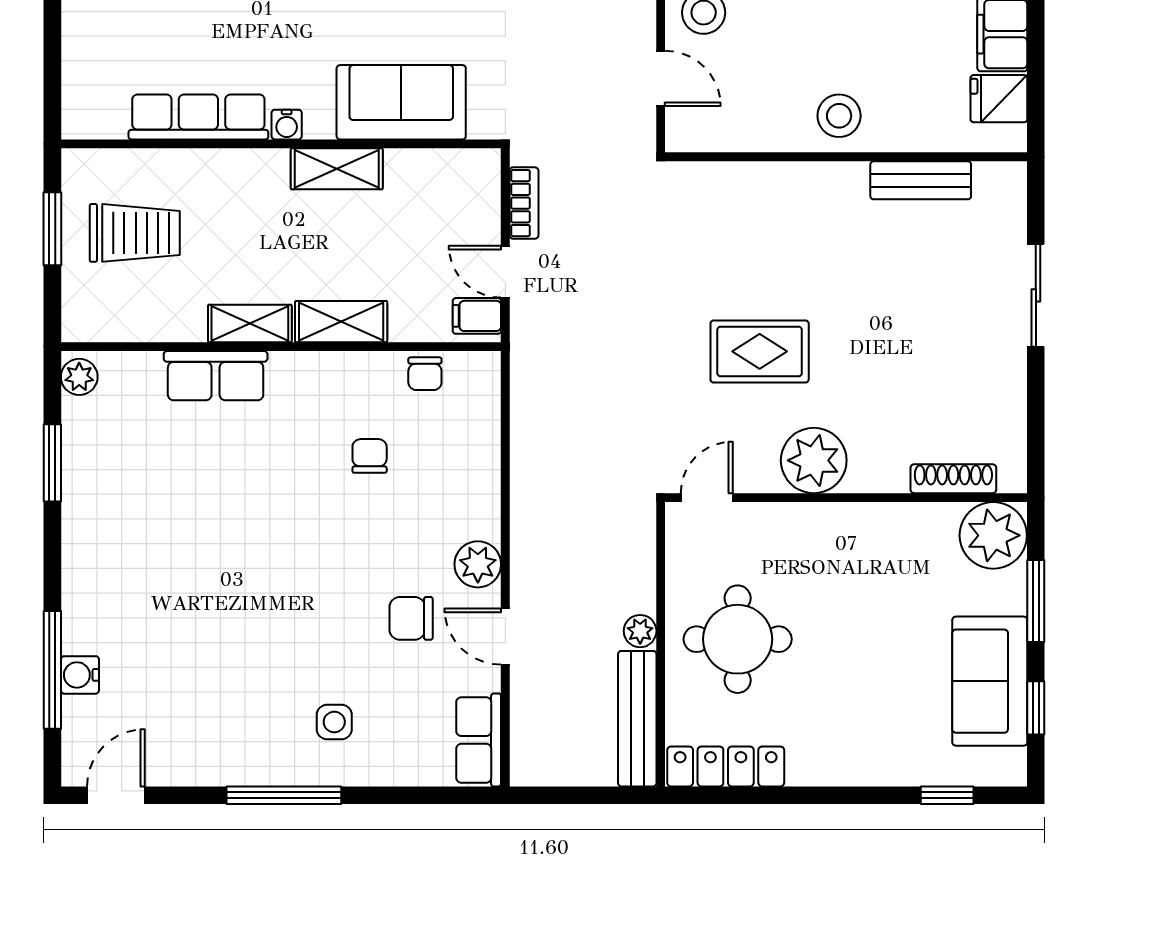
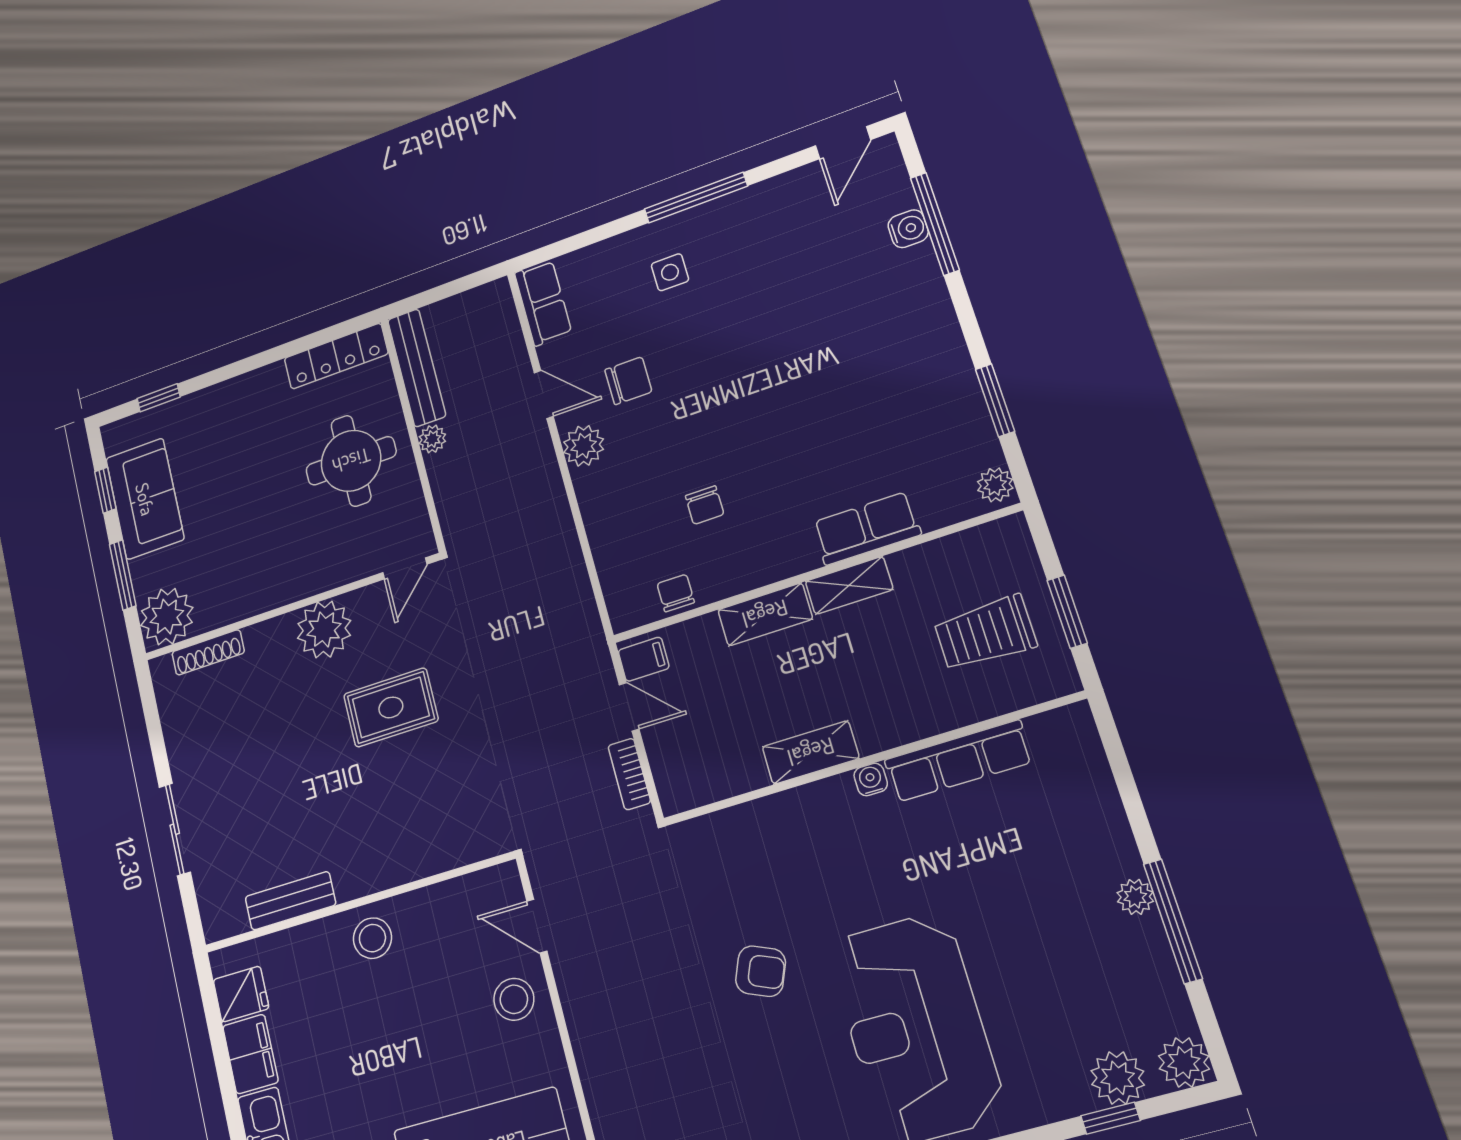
sofa: (401, 102) -> (768, 833), removed

